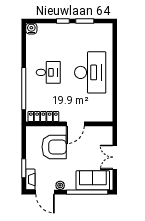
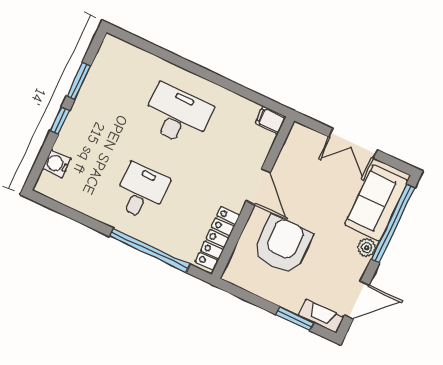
water cooler: (31, 29) -> (57, 164), moved
desk: (90, 72) -> (177, 115), width x0.73, depth x0.77
filing cabinet: (108, 115) -> (271, 120), added
plant: (60, 185) -> (367, 248), moved

